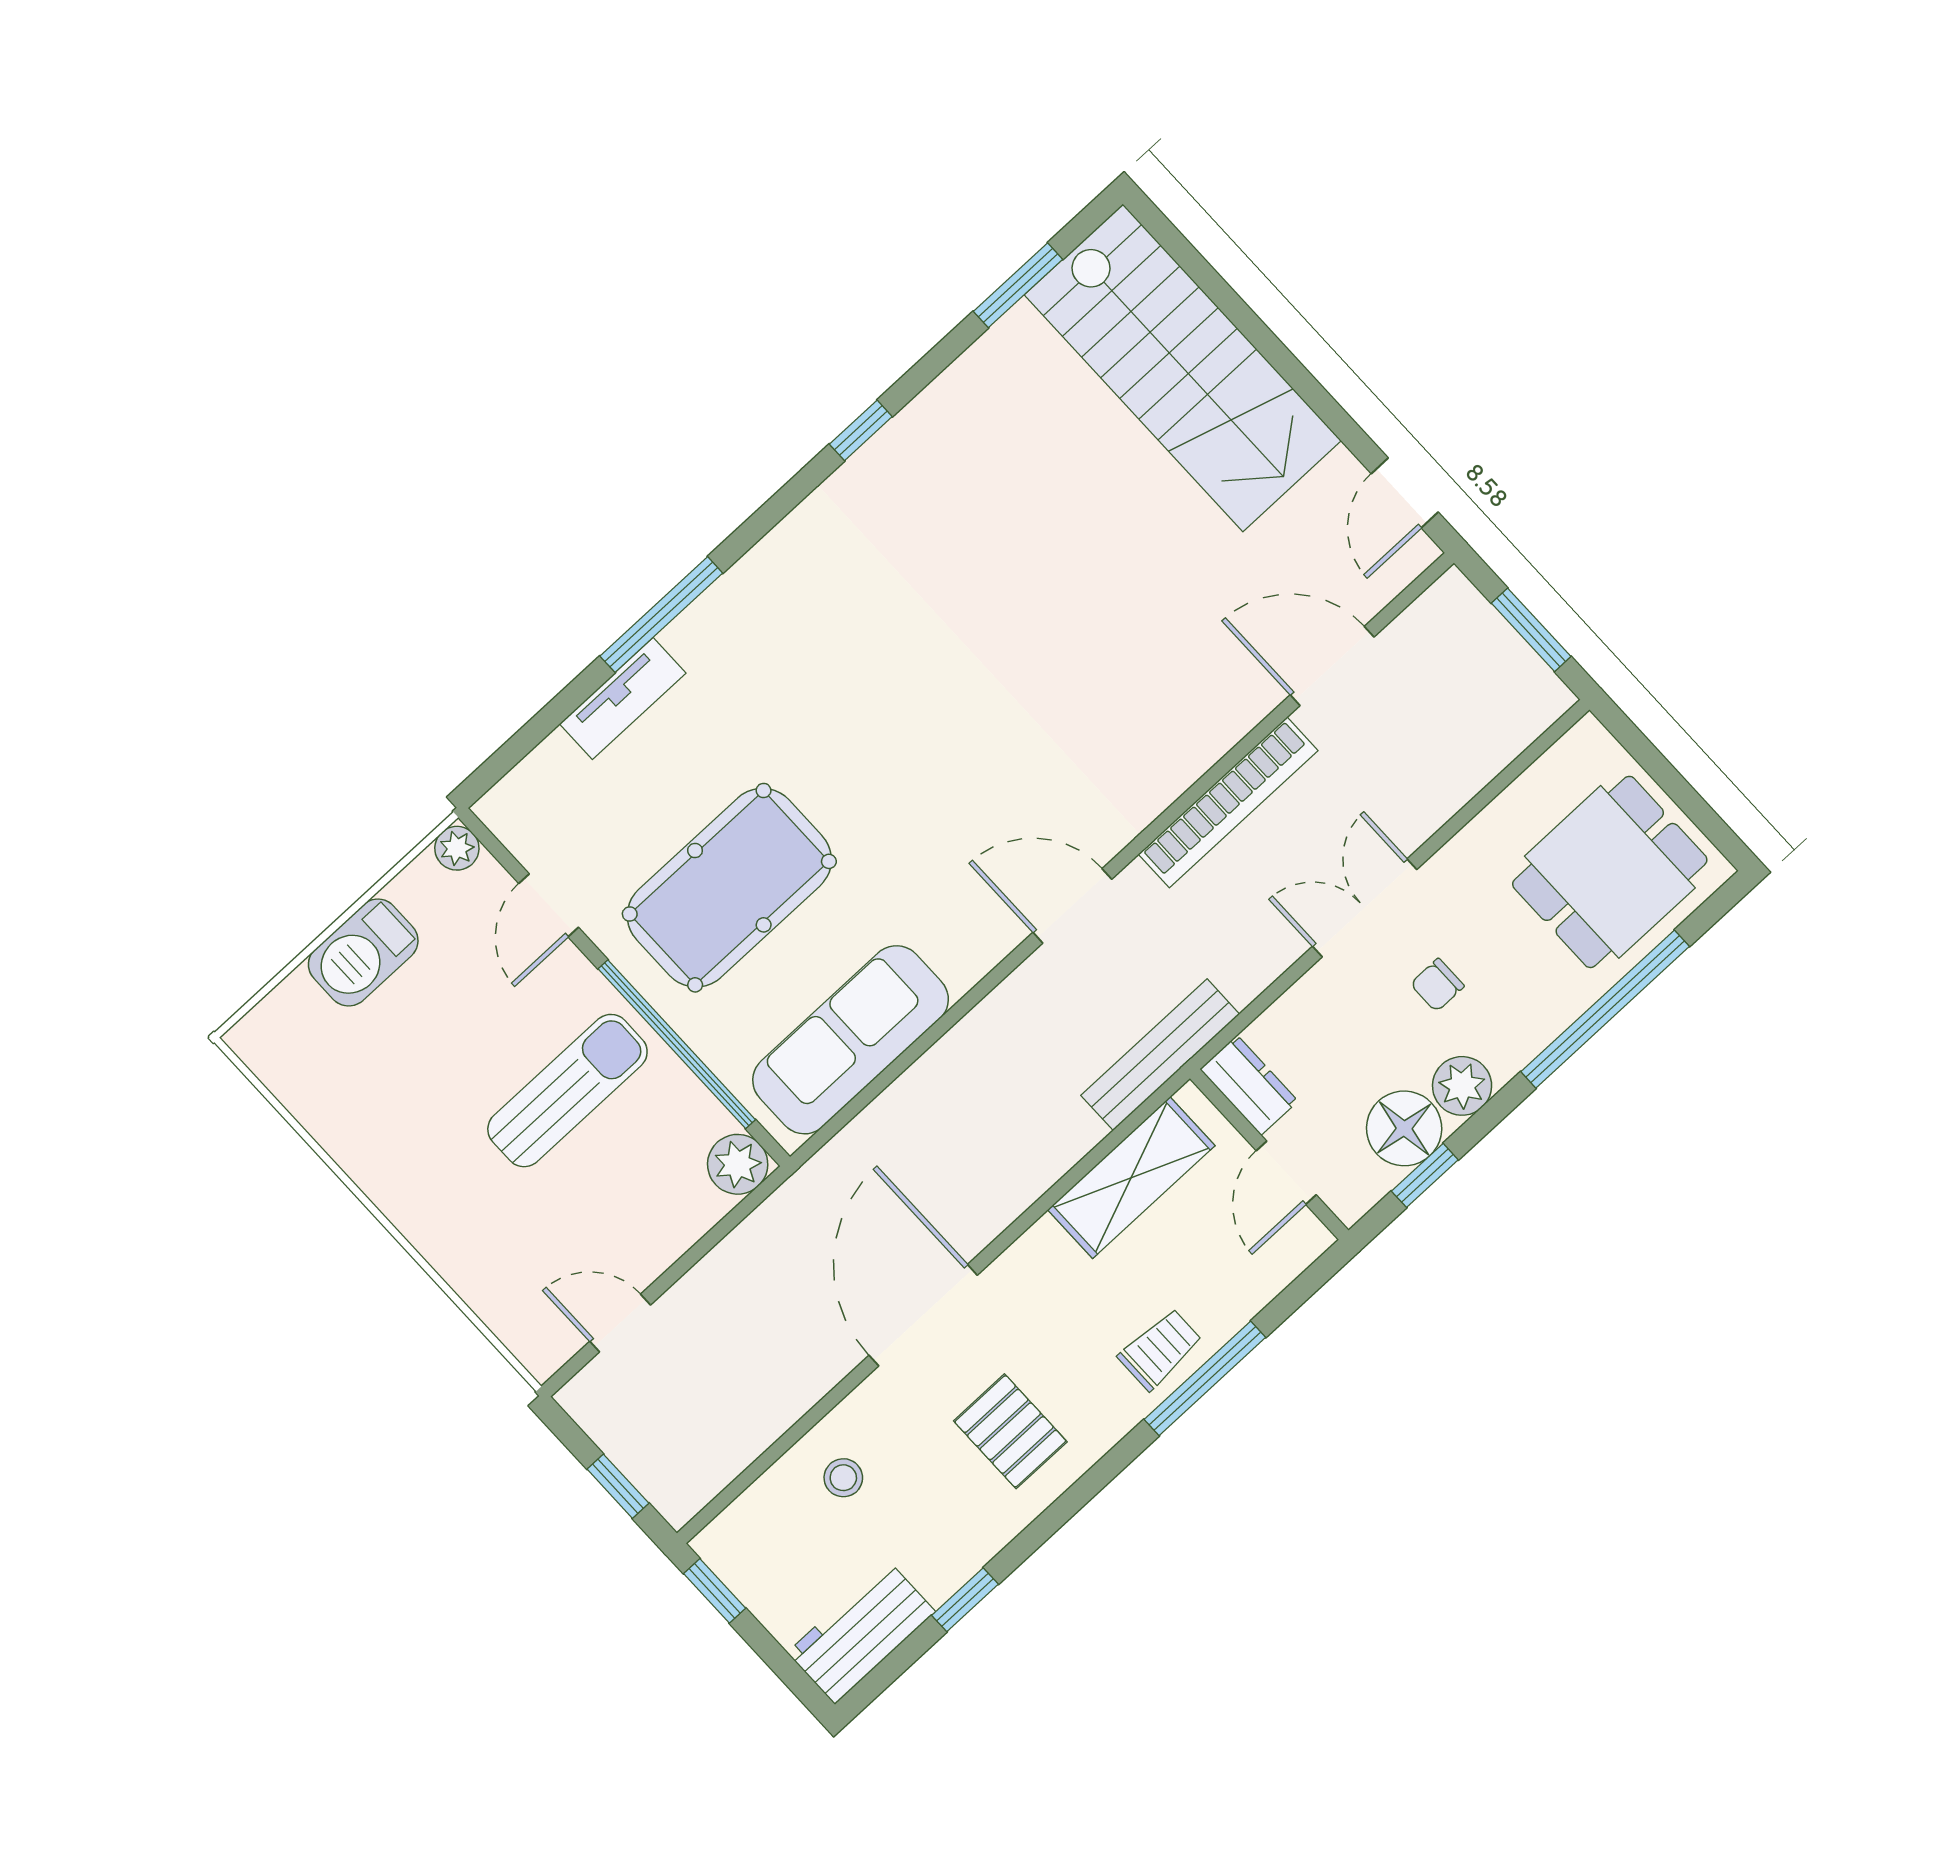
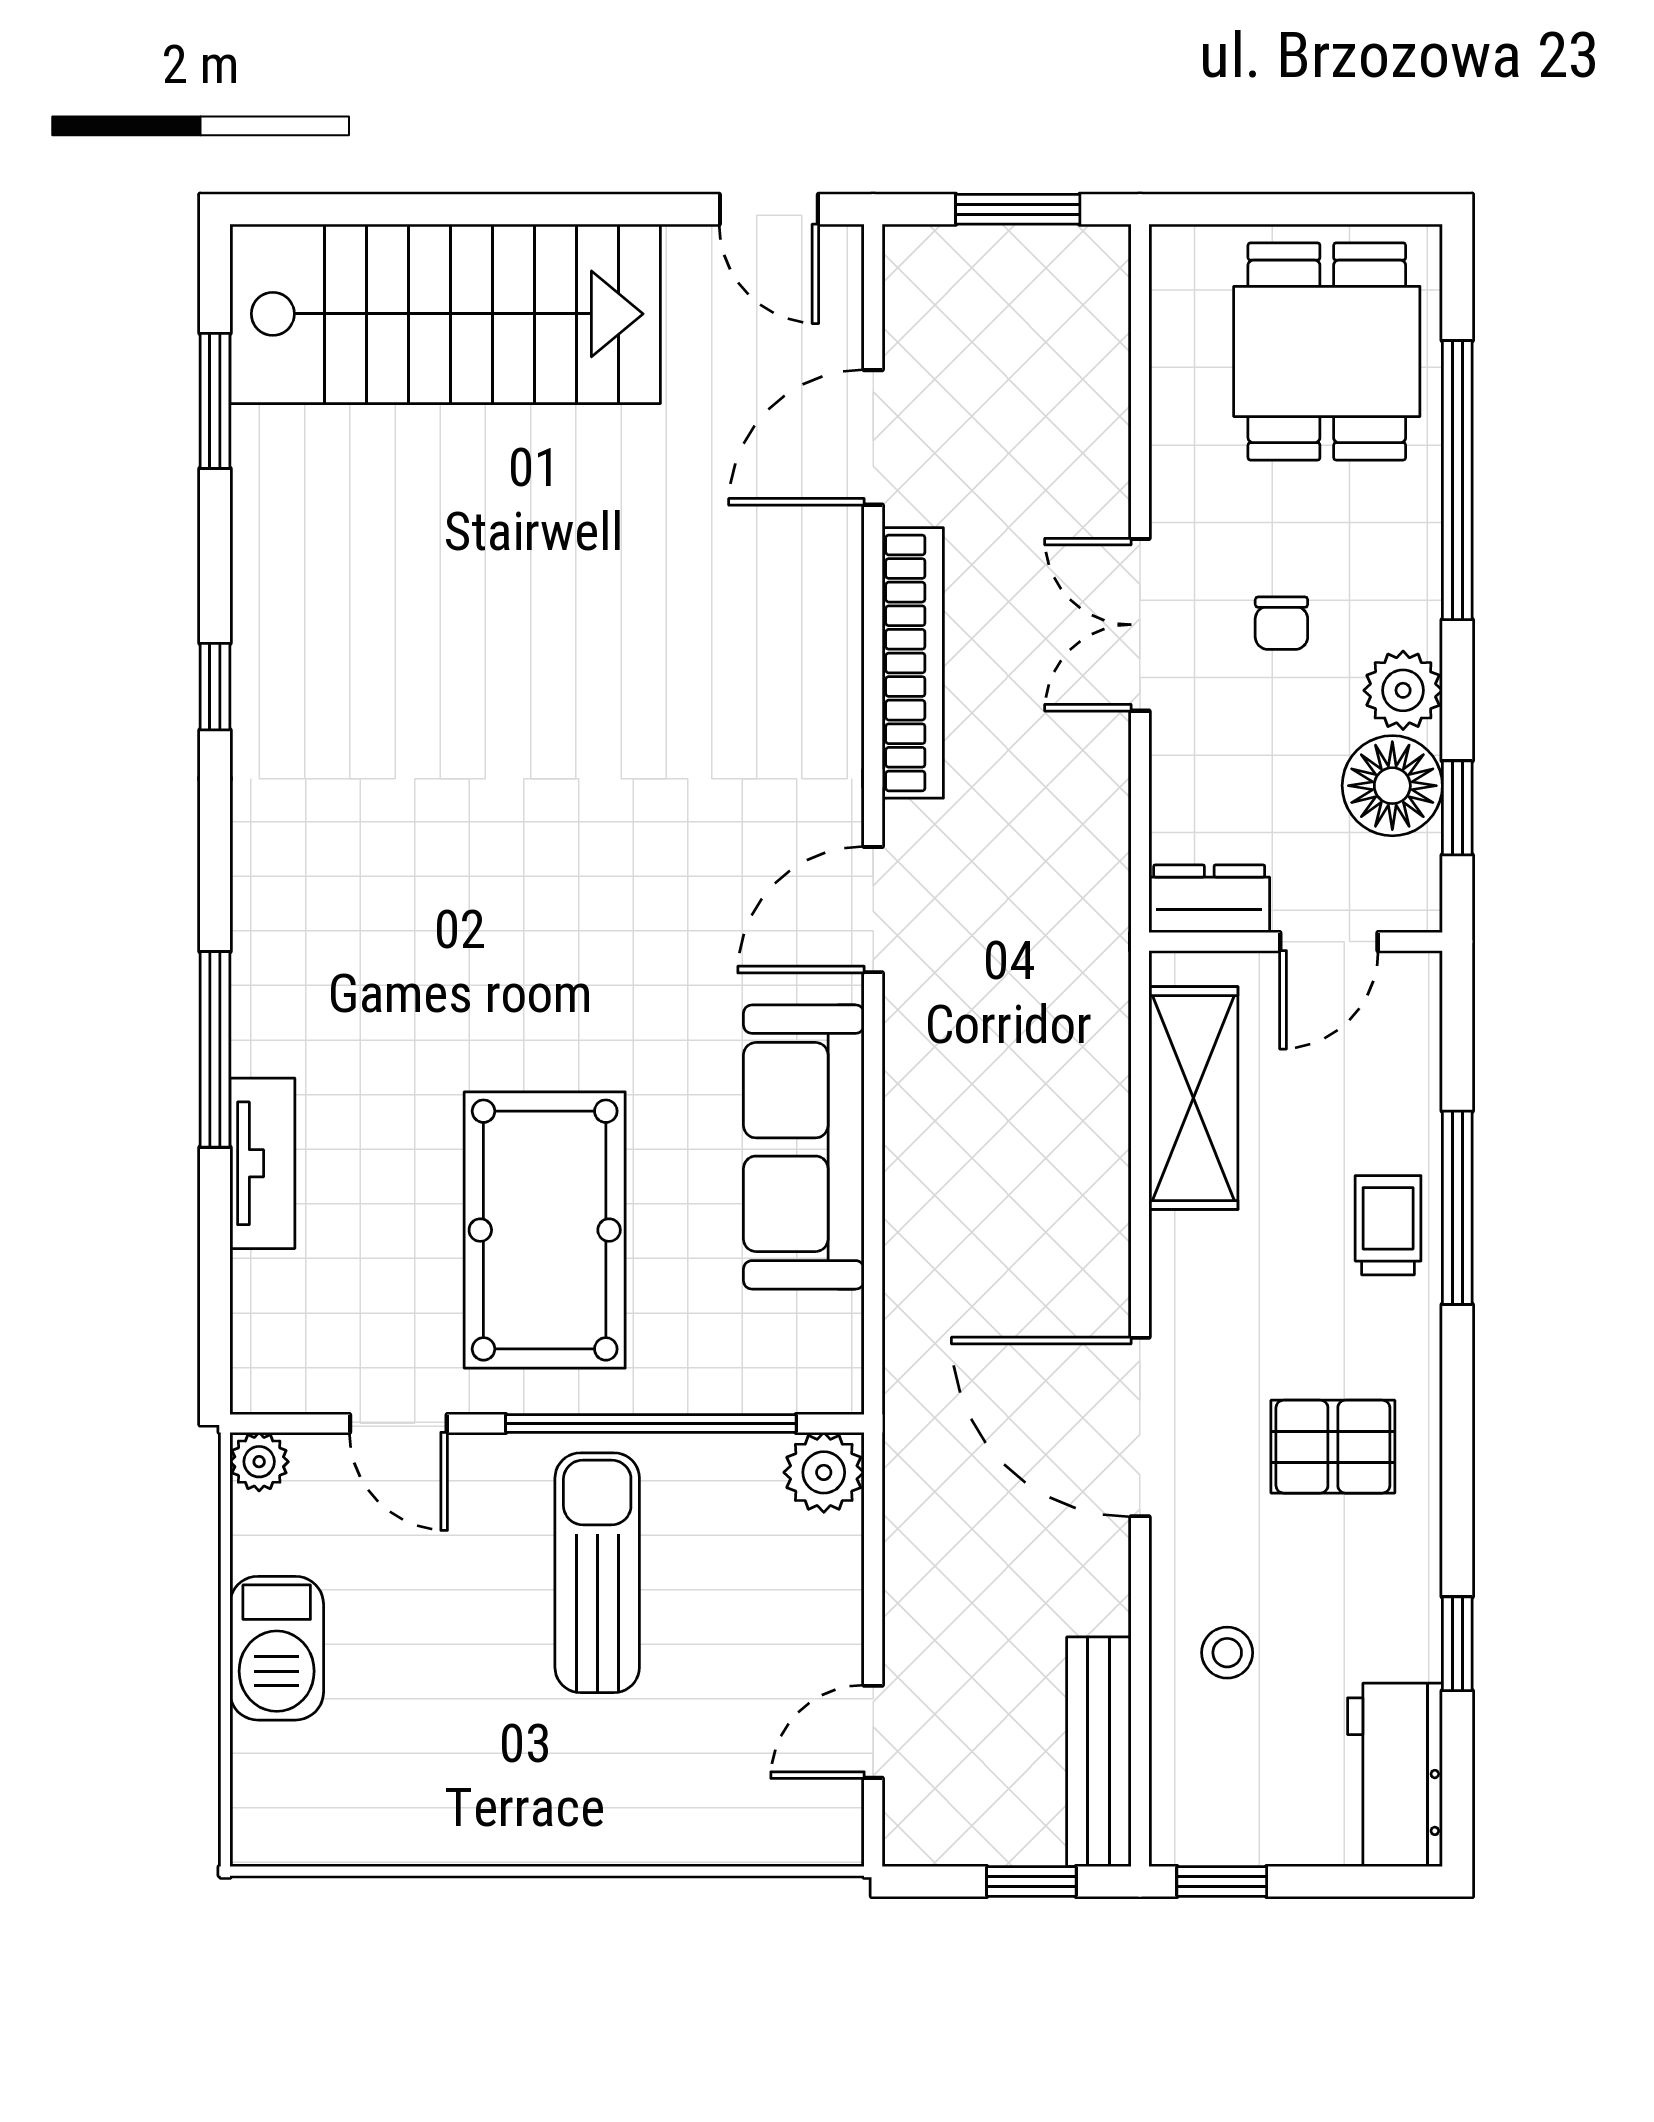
sofa: (851, 1040) -> (804, 1147), moved
bench: (1160, 1055) -> (1099, 1752), moved
door: (1286, 1173) -> (1329, 942), hinge flipped

